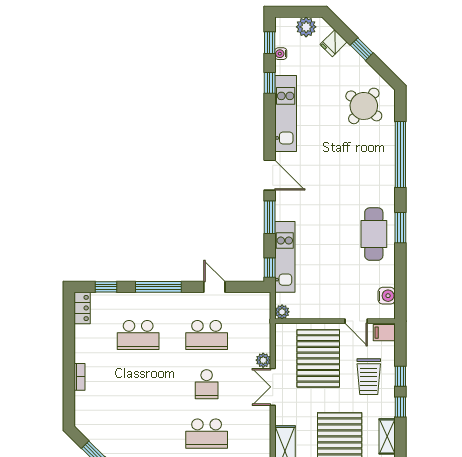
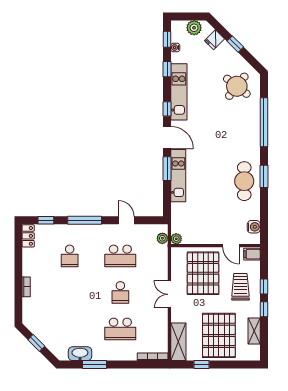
kitchen unit: (285, 257) -> (178, 176), moved
window: (270, 268) -> (167, 109), moved
school desk: (138, 335) -> (70, 256), width x0.54
plant: (263, 360) -> (162, 238), moved
trolley: (369, 377) -> (240, 287), turned 180

